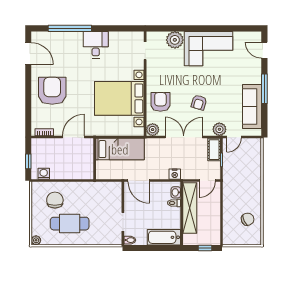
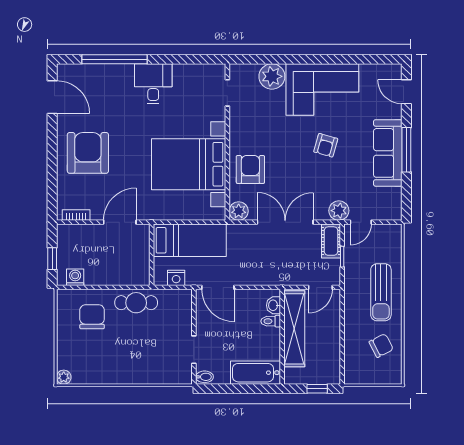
armchair: (199, 102) -> (326, 145), moved
sofa: (252, 106) -> (388, 153), moved
nightstand: (175, 174) -> (176, 278), moved
sun lounger: (247, 184) -> (381, 292), added
cafe table: (70, 224) -> (136, 303), moved, width x0.73, depth x0.74

